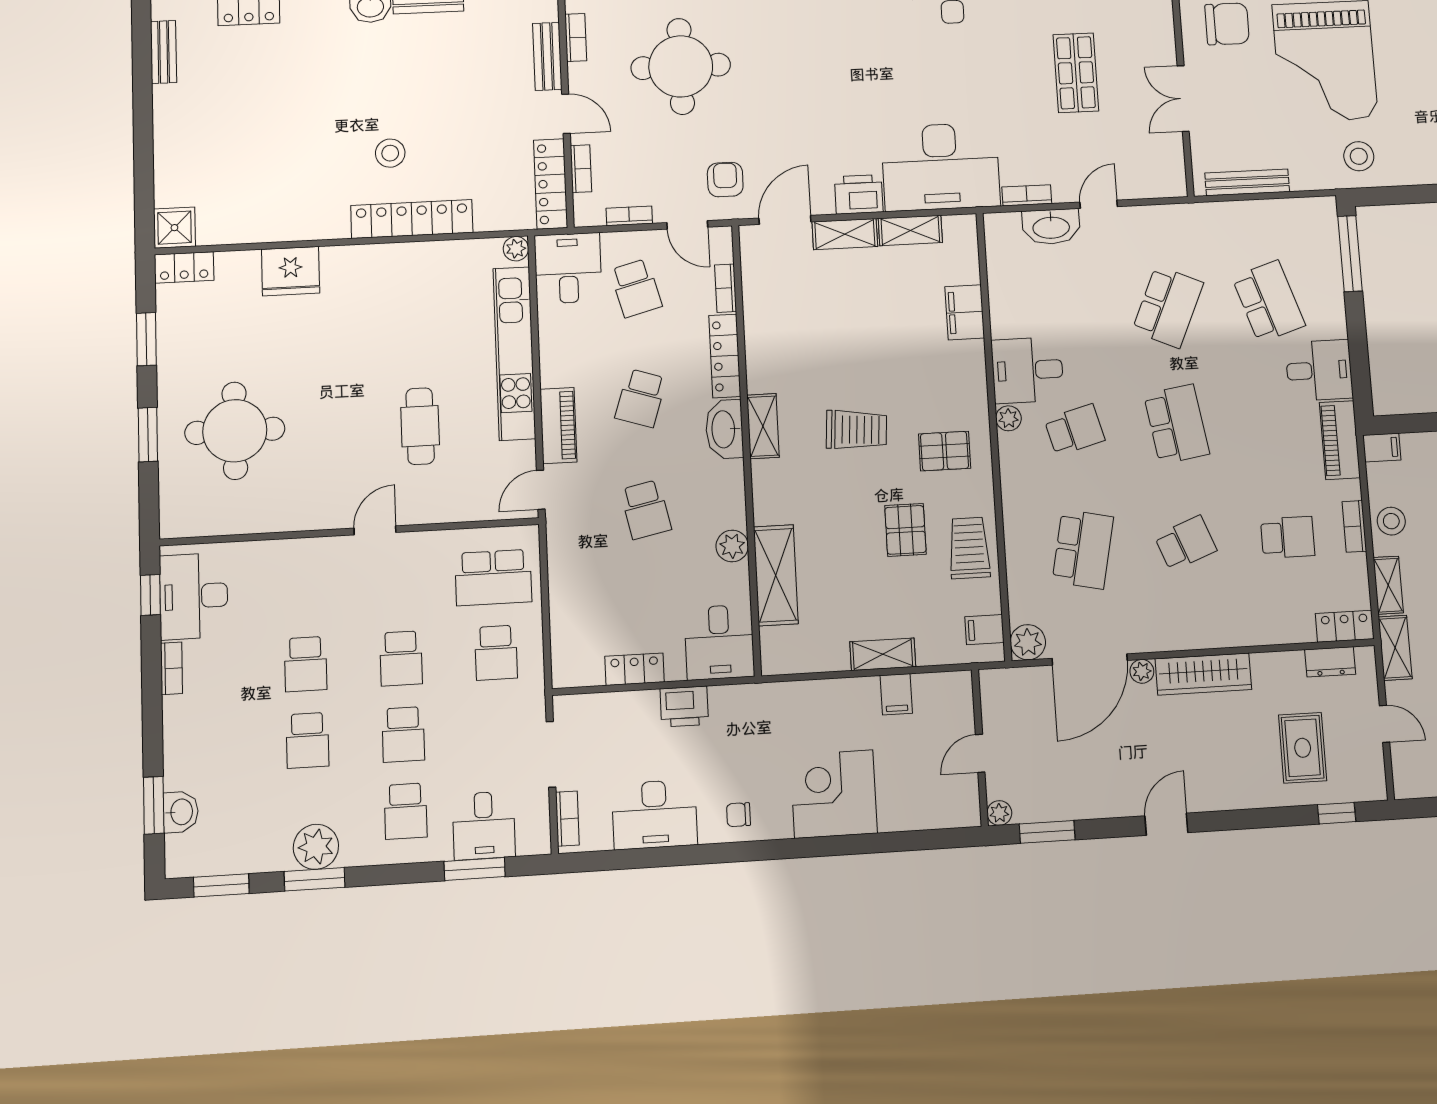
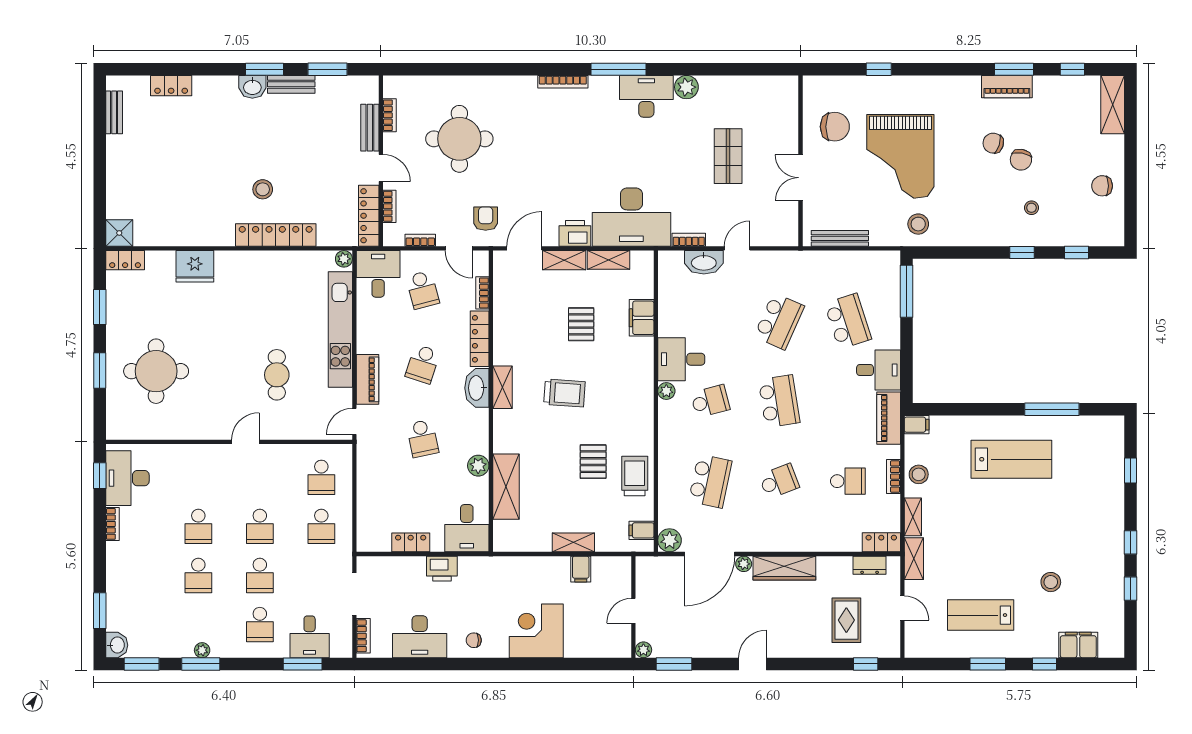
pallet: (945, 451) -> (581, 324), moved, turned 90
school desk: (493, 578) -> (321, 477), width x0.54
washbasin: (181, 812) -> (117, 645), moved
plant: (316, 847) -> (202, 650), width x0.53, depth x0.53

